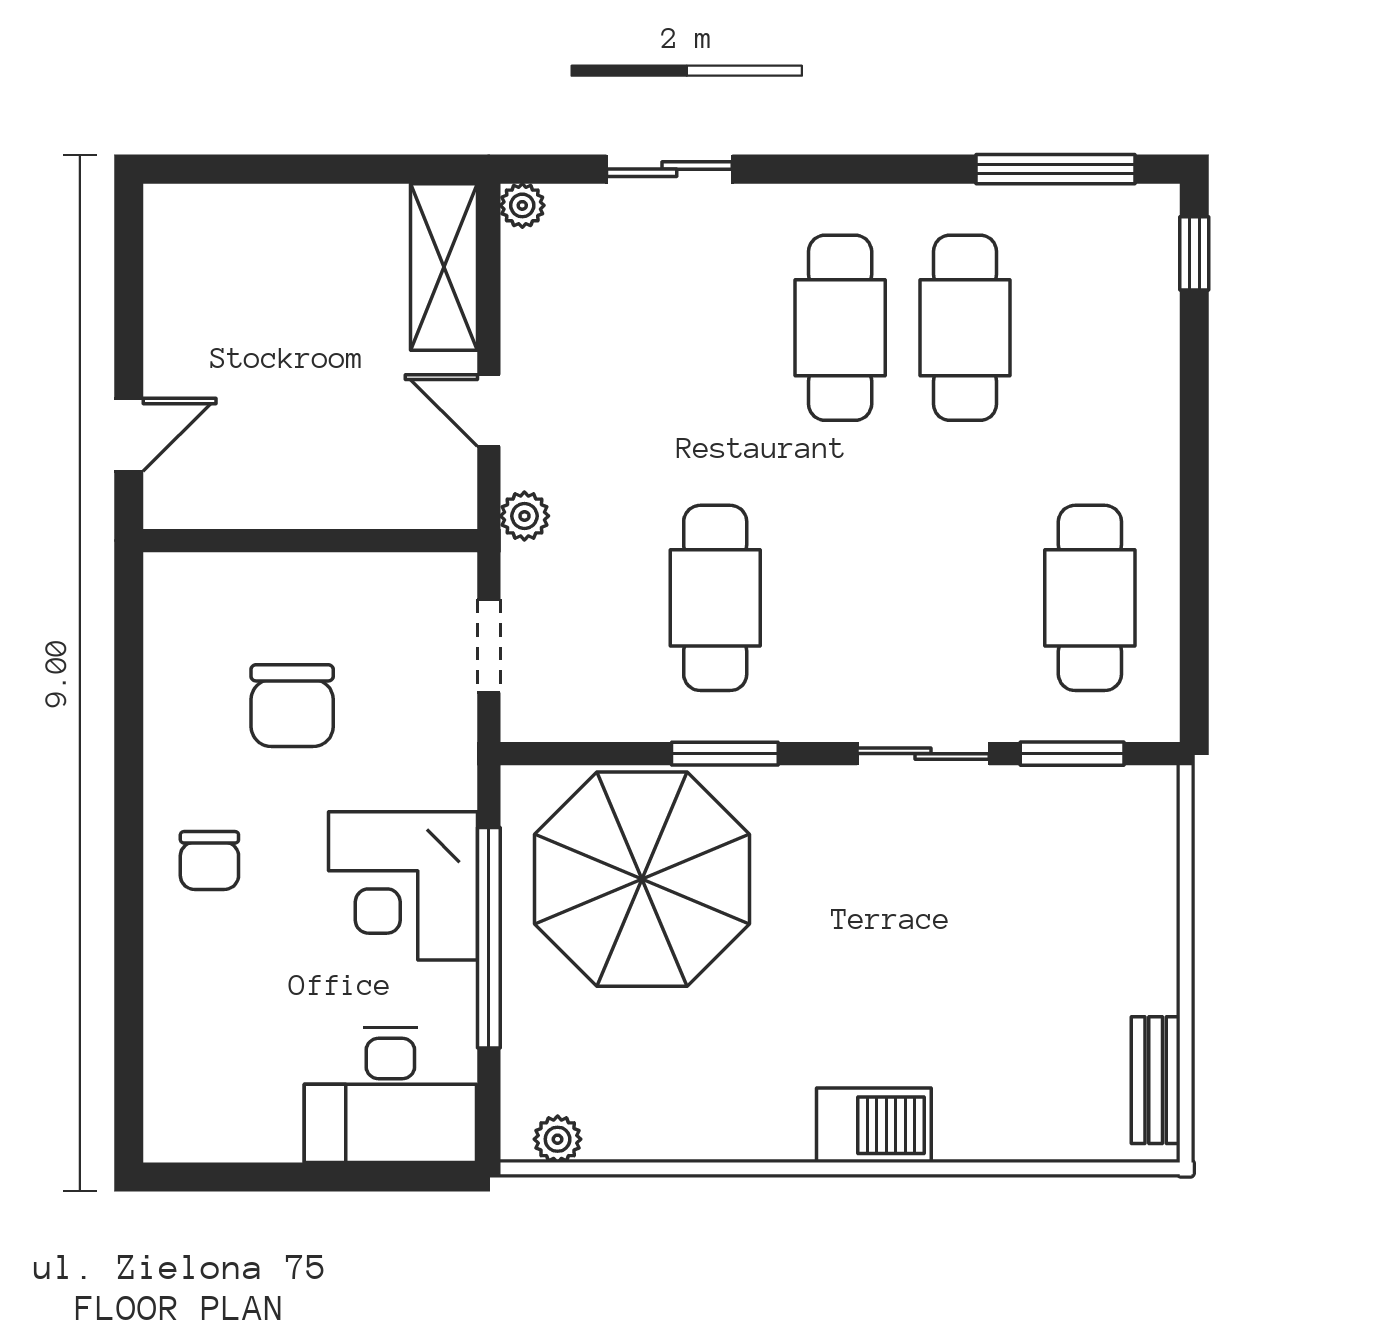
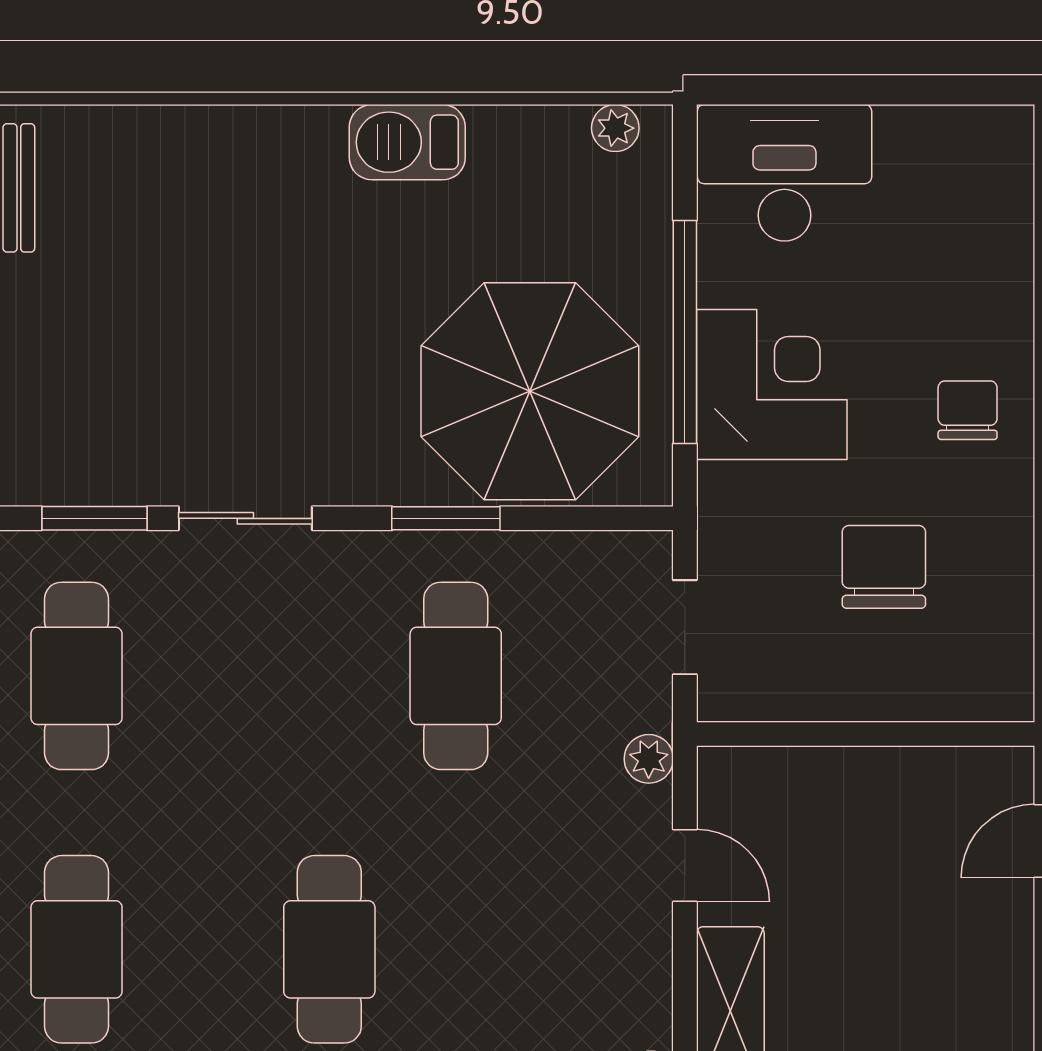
cafe table: (965, 328) -> (76, 949), moved
barbecue: (874, 1125) -> (407, 142), moved

